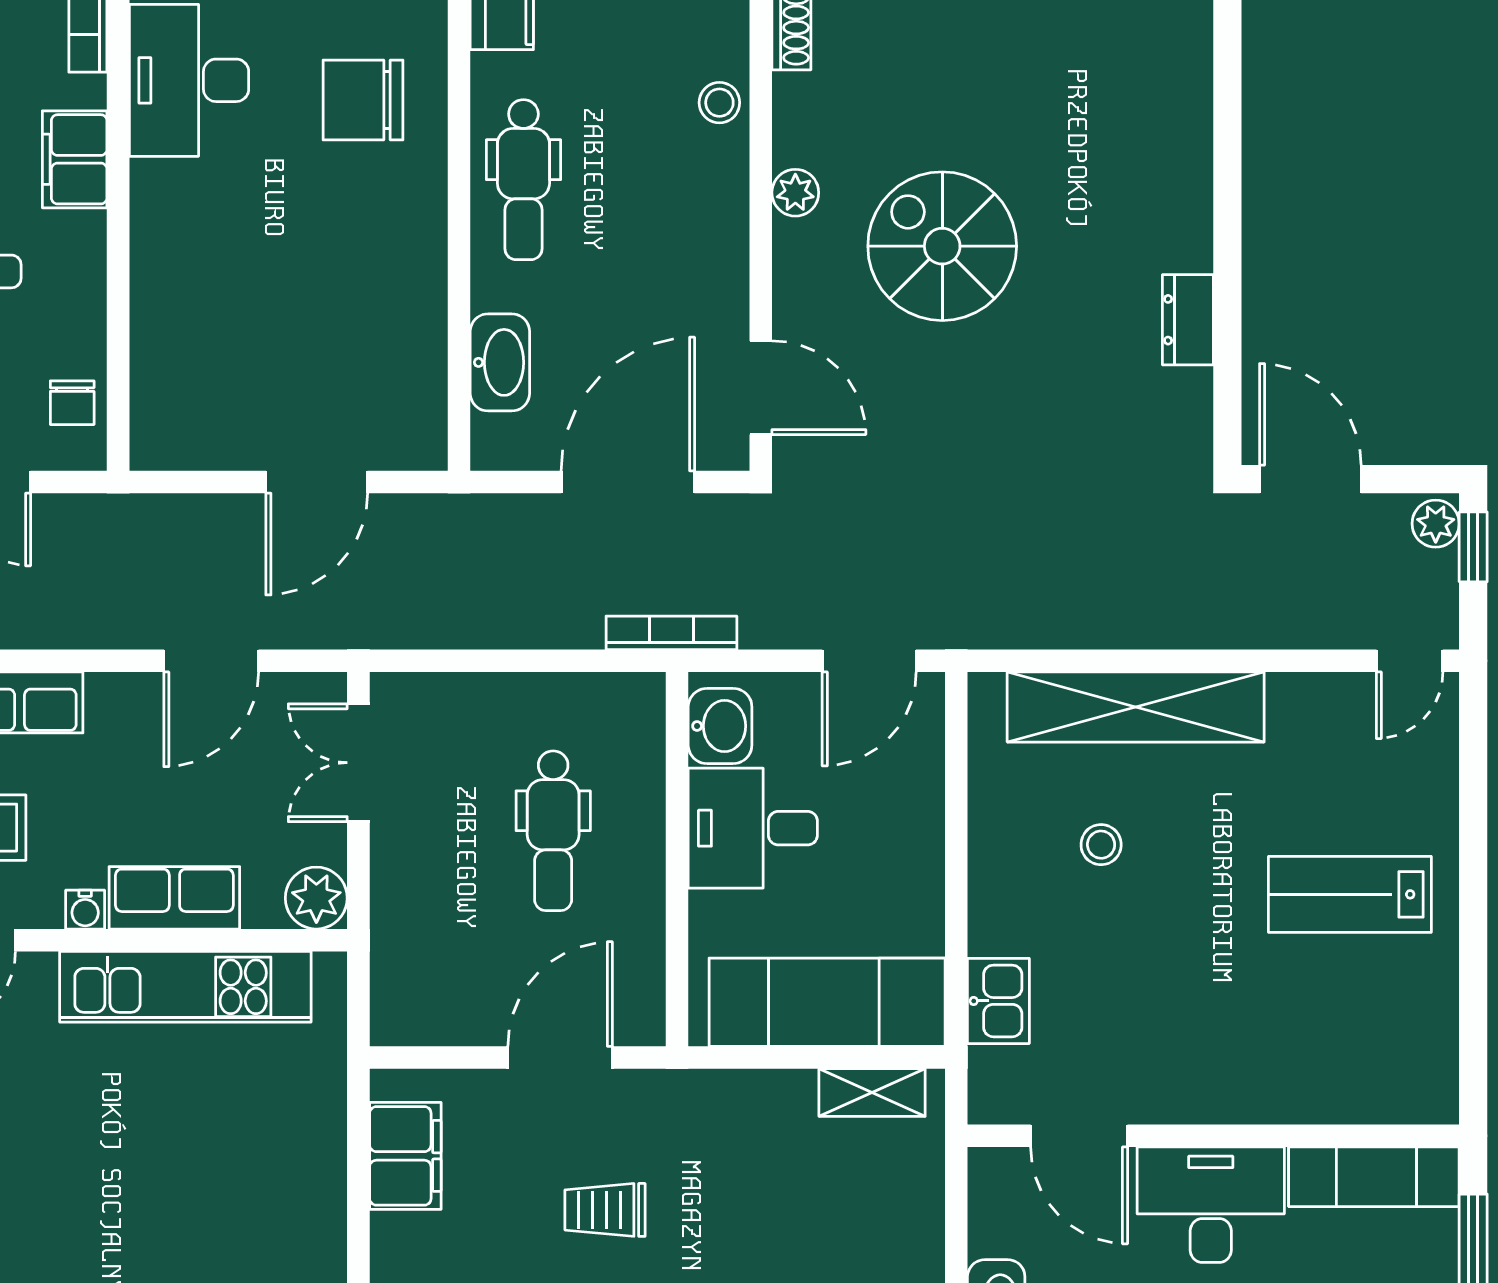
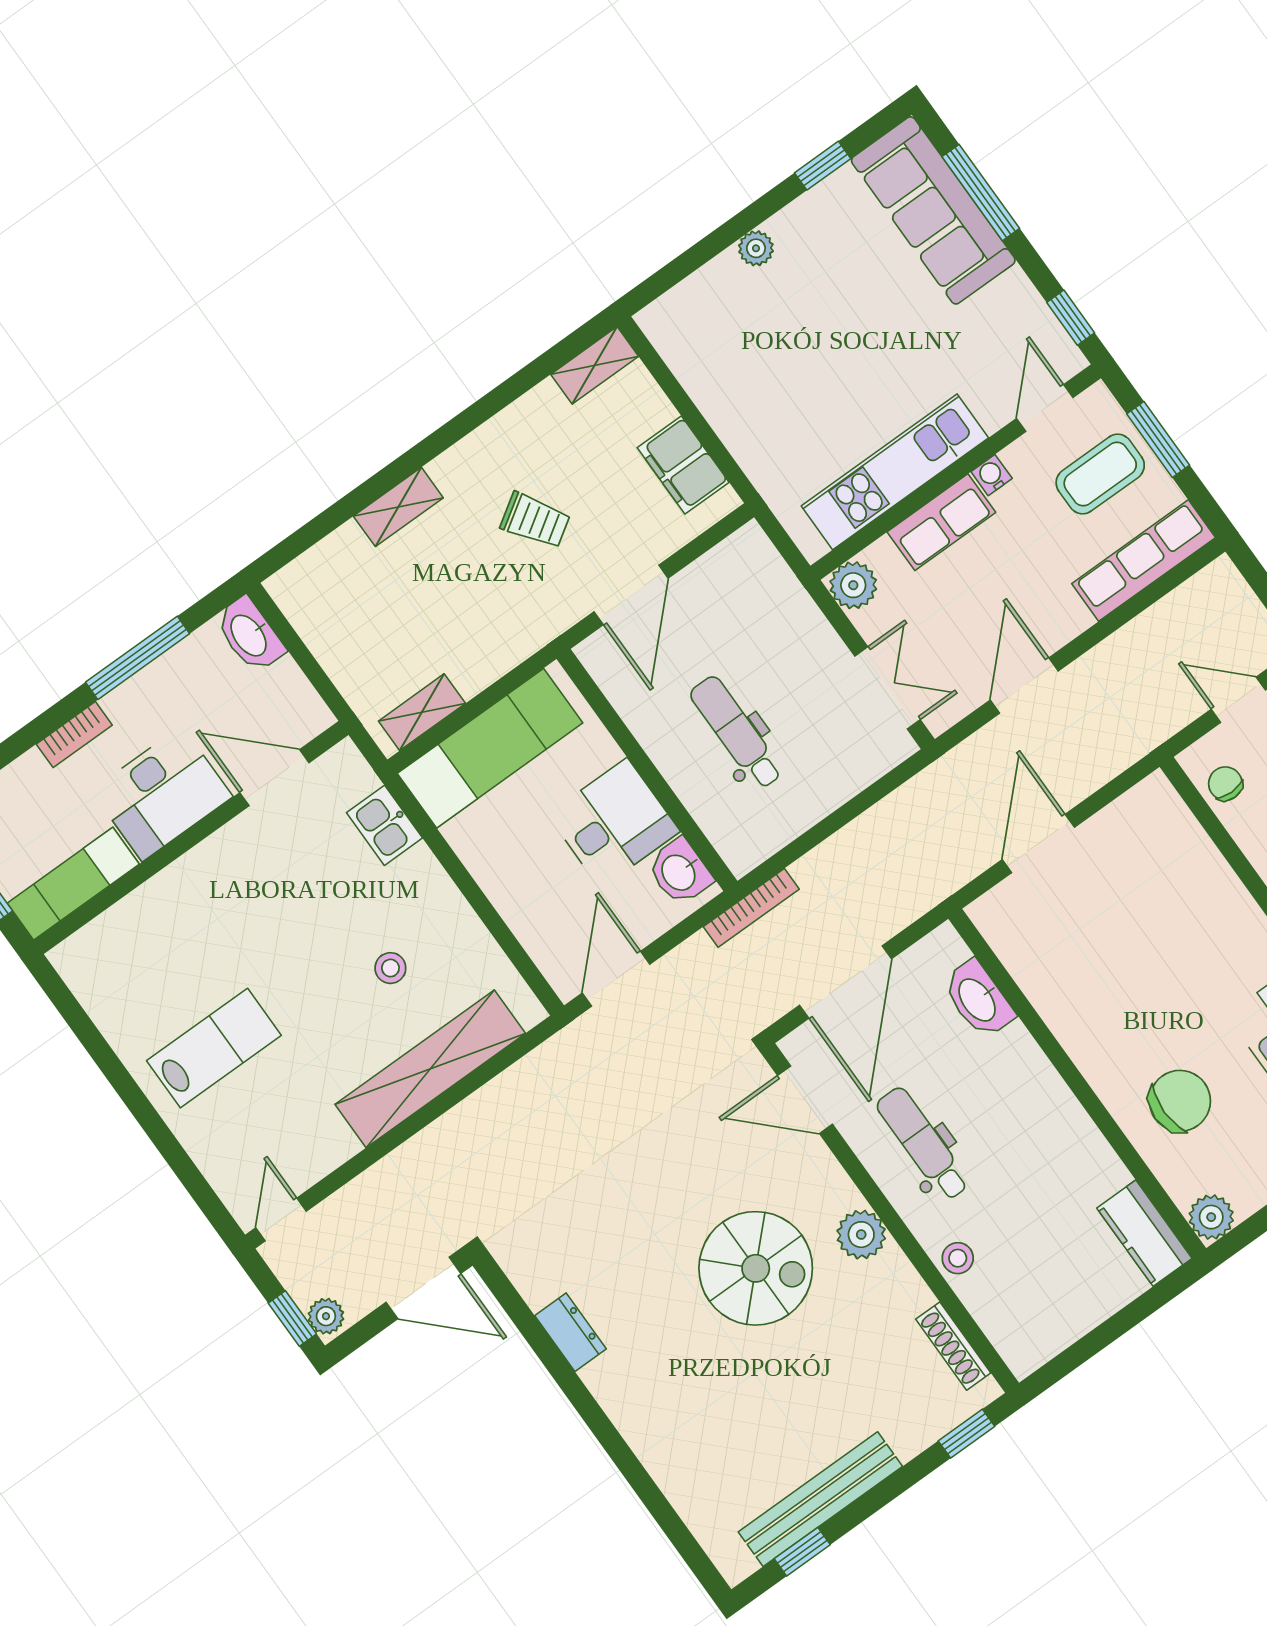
dental chair: (523, 180) -> (923, 1144), moved
plant: (795, 193) -> (861, 1235), width x1.38, depth x1.38
trolley: (605, 1210) -> (535, 520), turned 57

